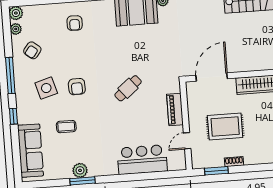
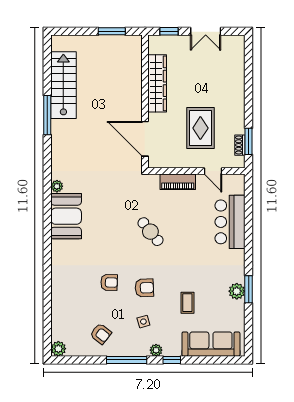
armchair: (75, 23) -> (109, 282), moved
plant: (16, 29) -> (156, 350), moved
side table: (46, 88) -> (143, 322), width x0.54, depth x0.54
shoe rack: (234, 162) -> (240, 145), moved

